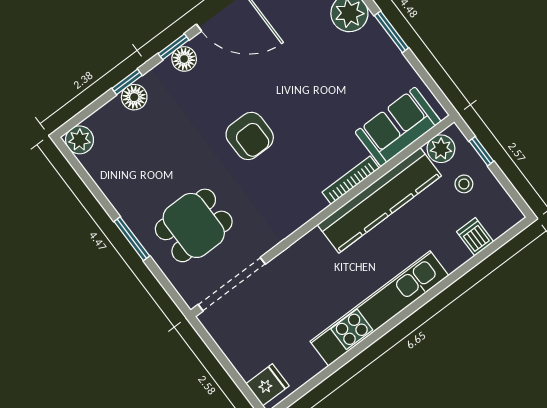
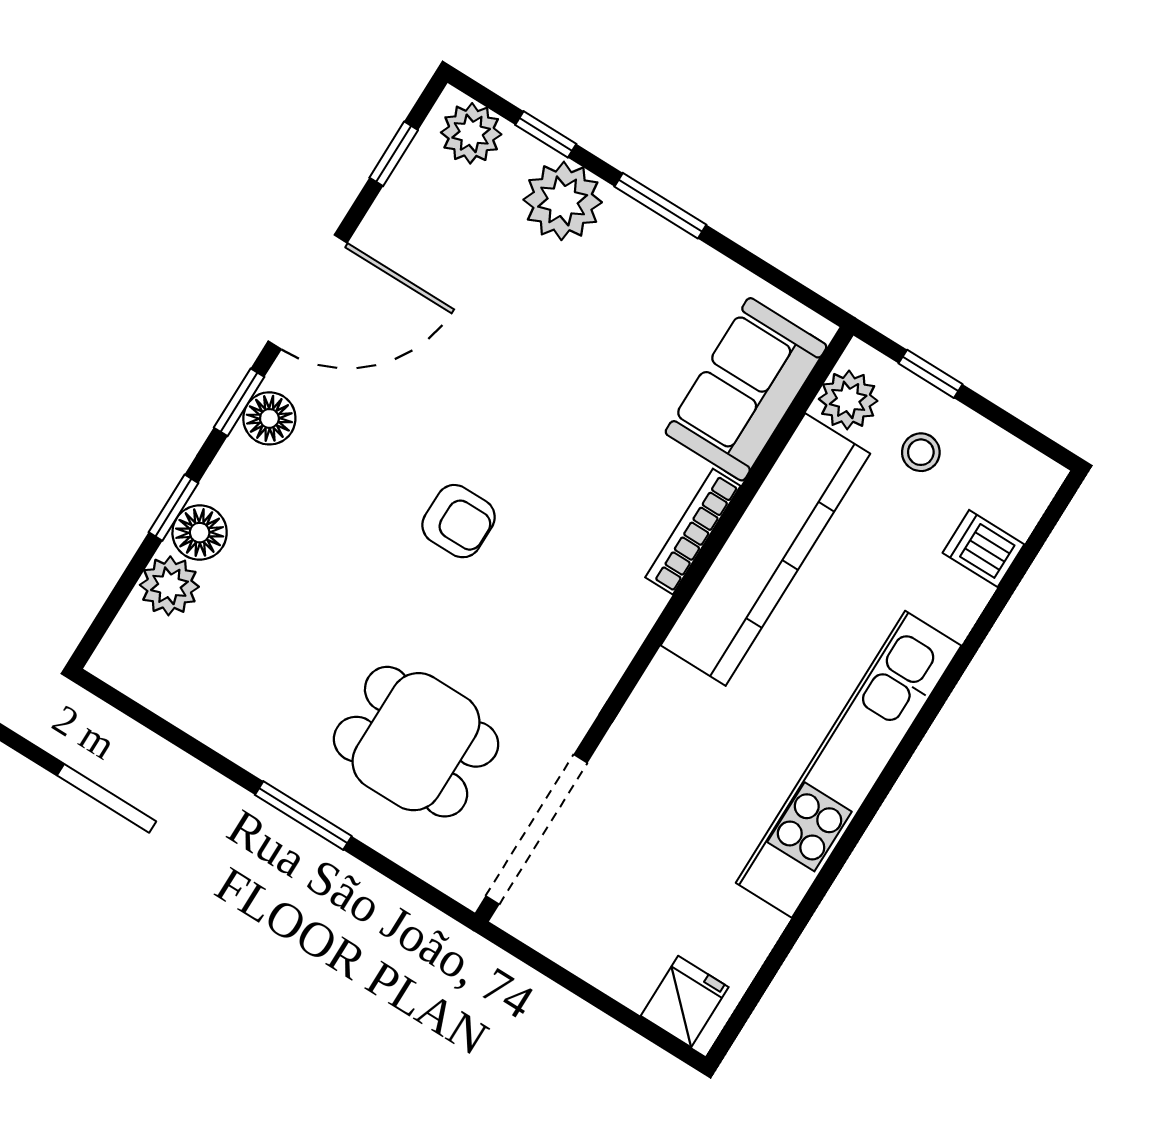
armchair: (250, 136) -> (459, 521), width x0.72, depth x0.72
plant: (80, 140) -> (169, 586), moved
dining table: (194, 225) -> (416, 742), turned 90

